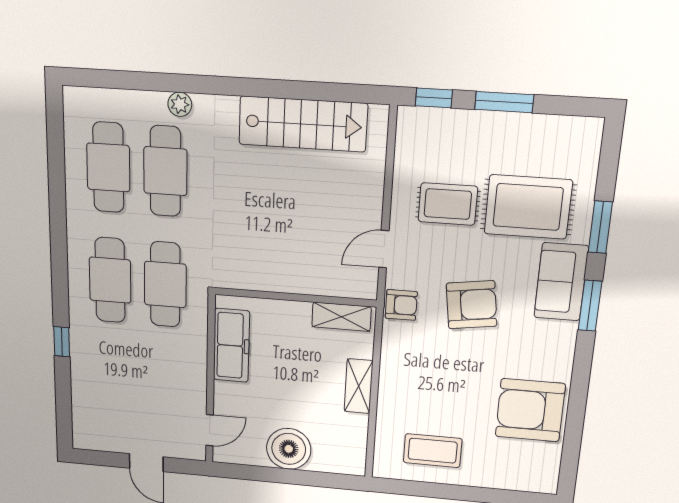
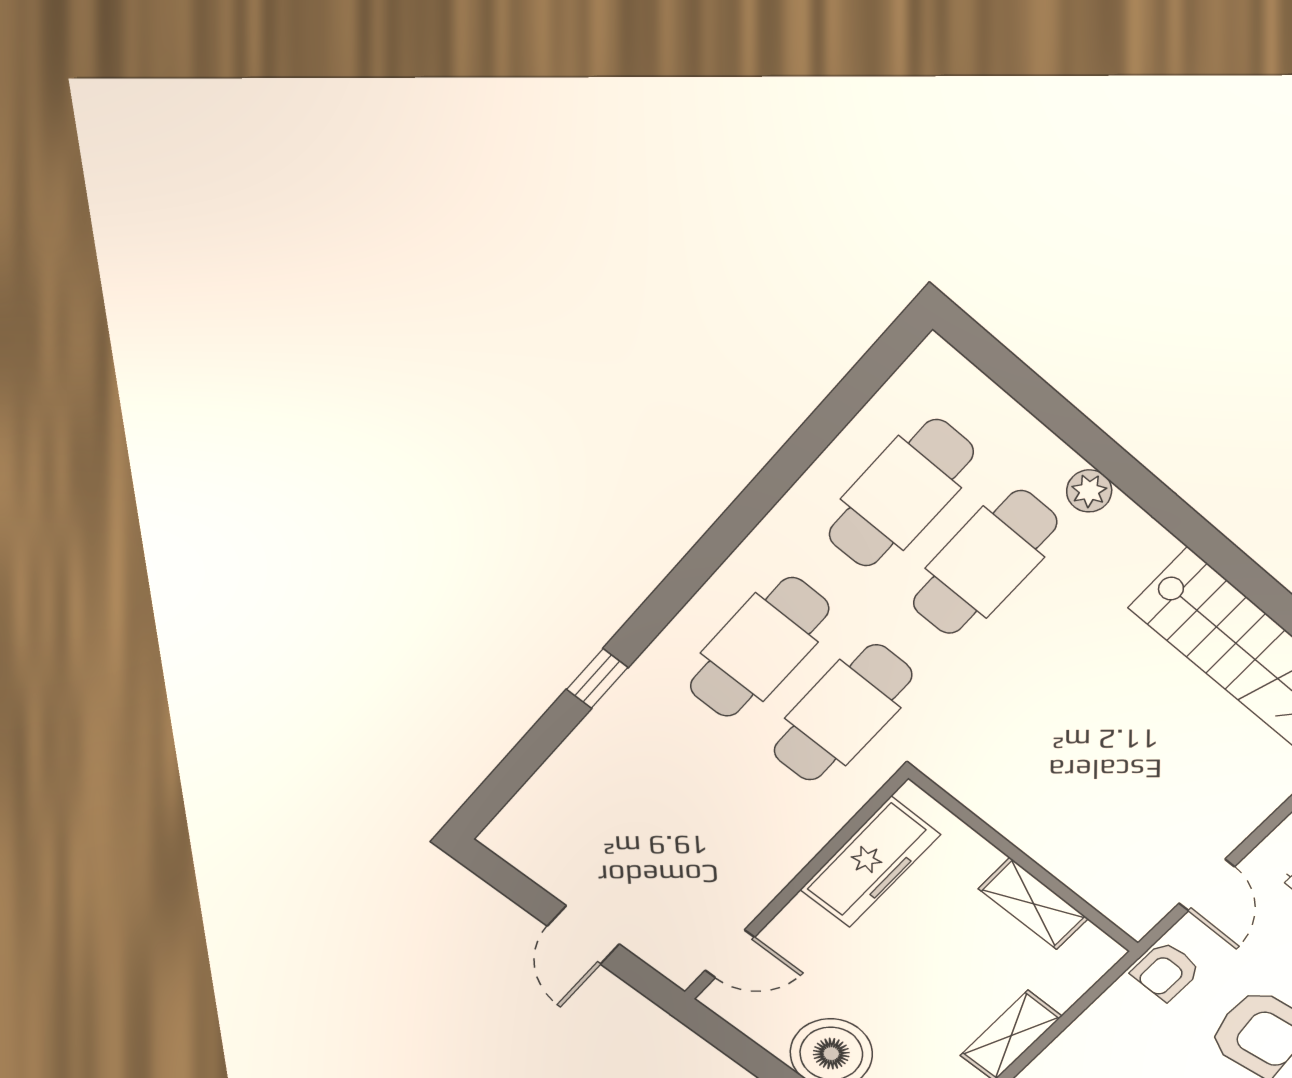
door: (384, 249) -> (1207, 885), swing flipped
armchair: (401, 305) -> (1166, 971), turned 90
shelving: (341, 317) -> (1033, 904), moved

